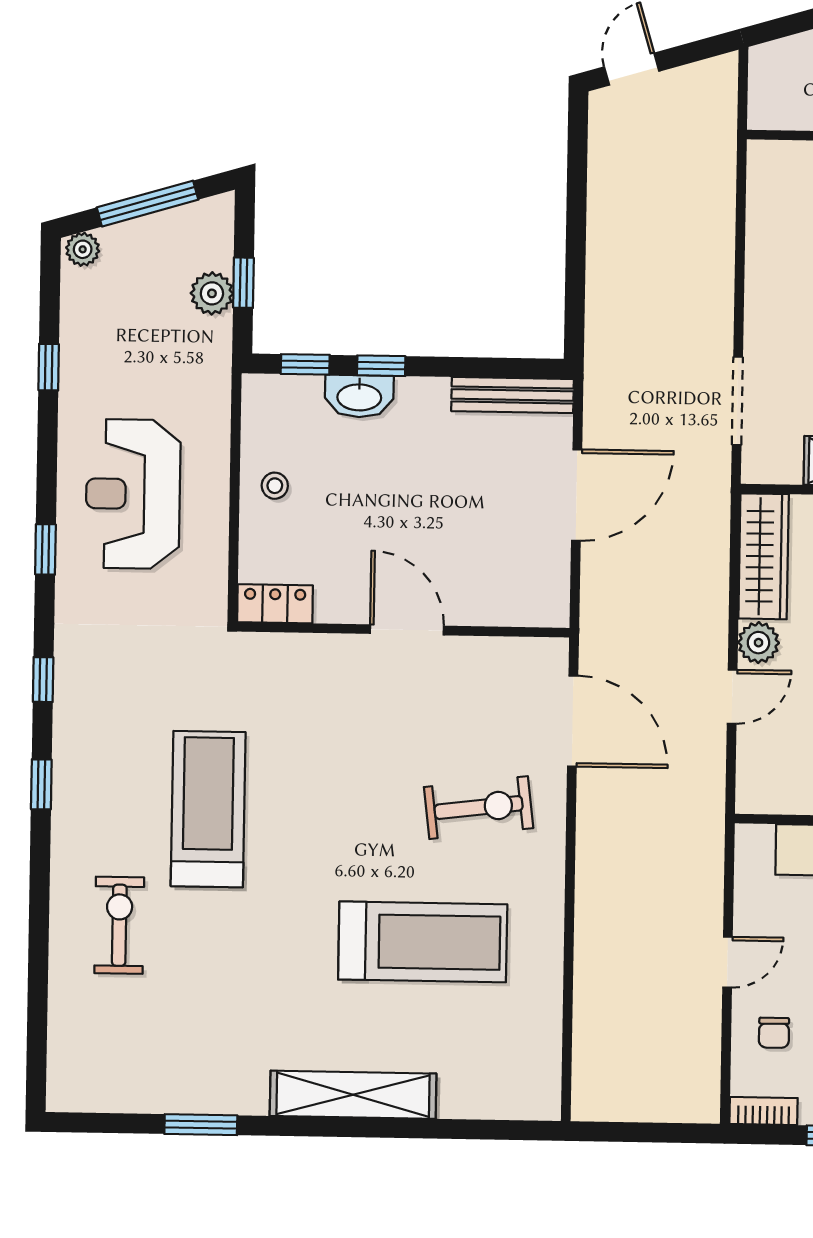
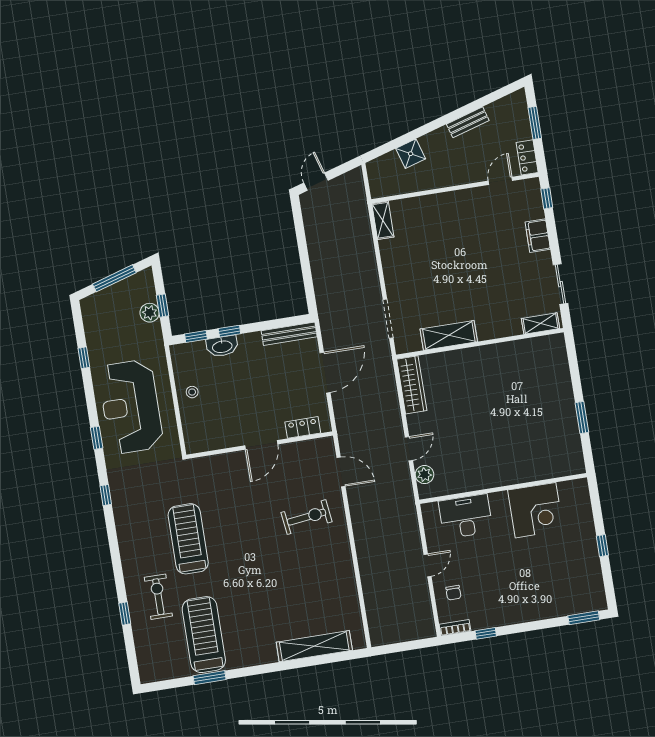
shelving: (764, 181) -> (383, 220), added
plant: (83, 249) -> (90, 303), removed
reception desk: (133, 494) -> (131, 407), width x1.36, depth x1.30
locker: (275, 604) -> (303, 427), moved
door: (407, 630) -> (261, 445), swing flipped
plant: (758, 643) -> (424, 475), moved
door: (573, 721) -> (341, 472), width x0.73
window: (41, 784) -> (125, 614), moved
treadmill: (423, 942) -> (204, 635), moved, turned -90
shelving: (353, 1095) -> (314, 646), moved

